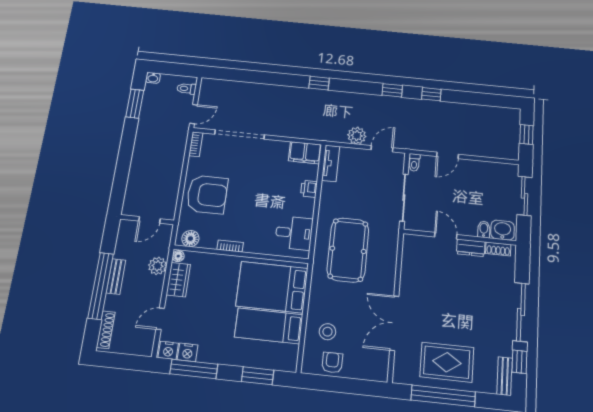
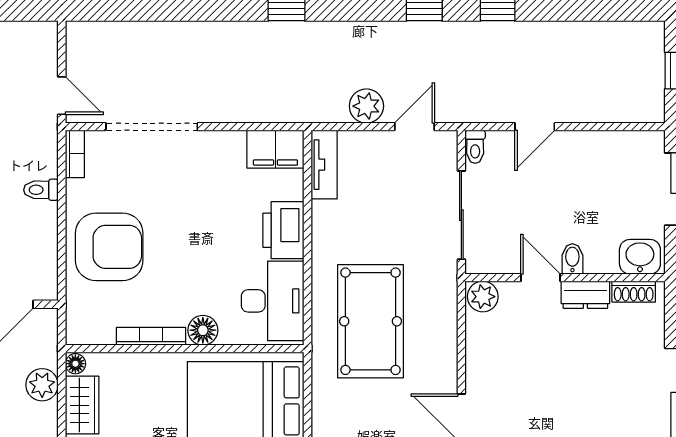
toilet: (187, 89) -> (41, 190), moved
door: (194, 114) -> (62, 96), hinge flipped
printer: (309, 189) -> (283, 230), width x1.87, depth x1.48
bidet: (484, 229) -> (572, 259), moved
desk: (294, 233) -> (273, 301), width x1.37
floor lamp: (190, 239) -> (203, 330), moved
plant: (413, 243) -> (483, 297), added
bookcase: (230, 246) -> (151, 336), width x1.56

